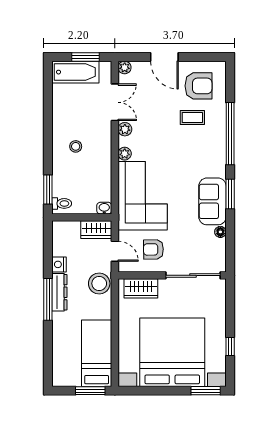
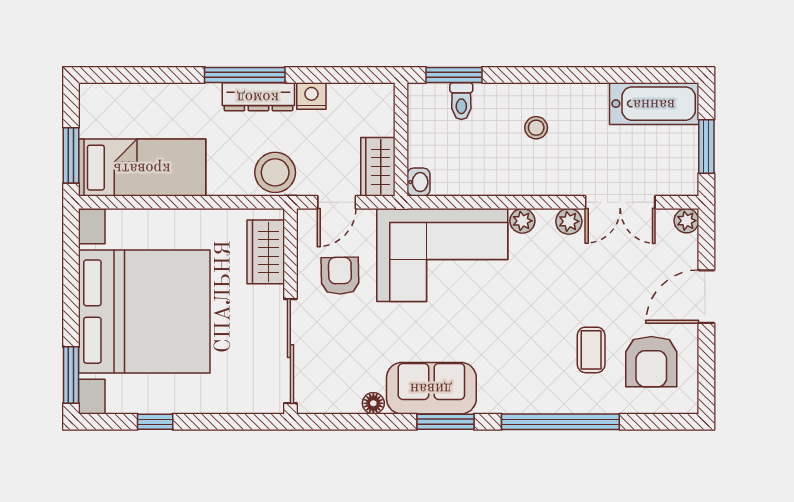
bathtub: (75, 72) -> (654, 104), moved, turned -90
toilet: (62, 203) -> (461, 101), moved

